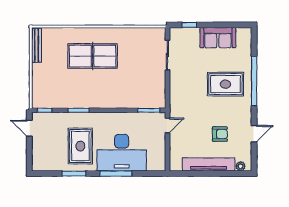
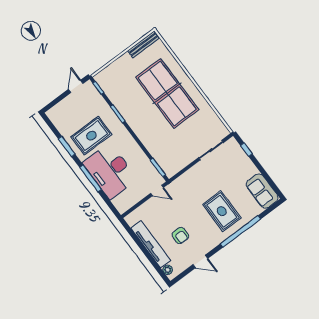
sofa: (218, 38) -> (262, 191), moved
table tennis table: (93, 56) -> (167, 93), width x1.36, depth x1.32

